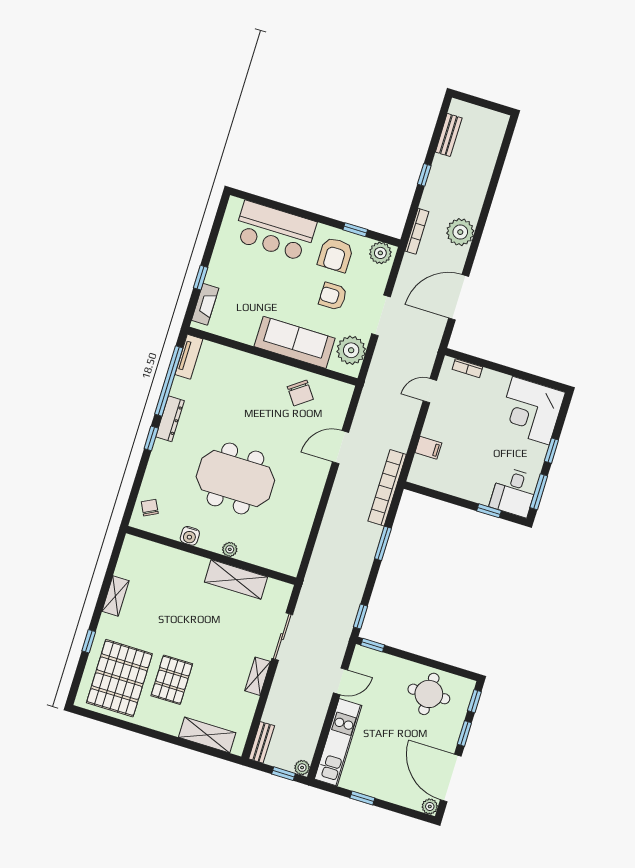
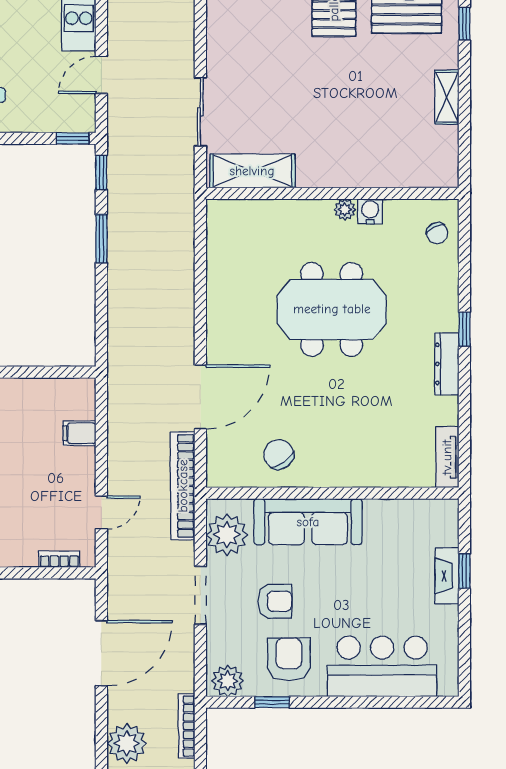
fireplace: (205, 304) -> (447, 576), moved
window: (169, 381) -> (464, 415), removed
door: (340, 447) -> (200, 397), width x1.36
bookcase: (387, 488) -> (183, 486), moved, turned 180
window: (383, 543) -> (101, 239), moved
plant: (230, 549) -> (345, 210), moved
shelving: (236, 579) -> (252, 171), moved
shelving: (258, 676) -> (218, 47), removed

